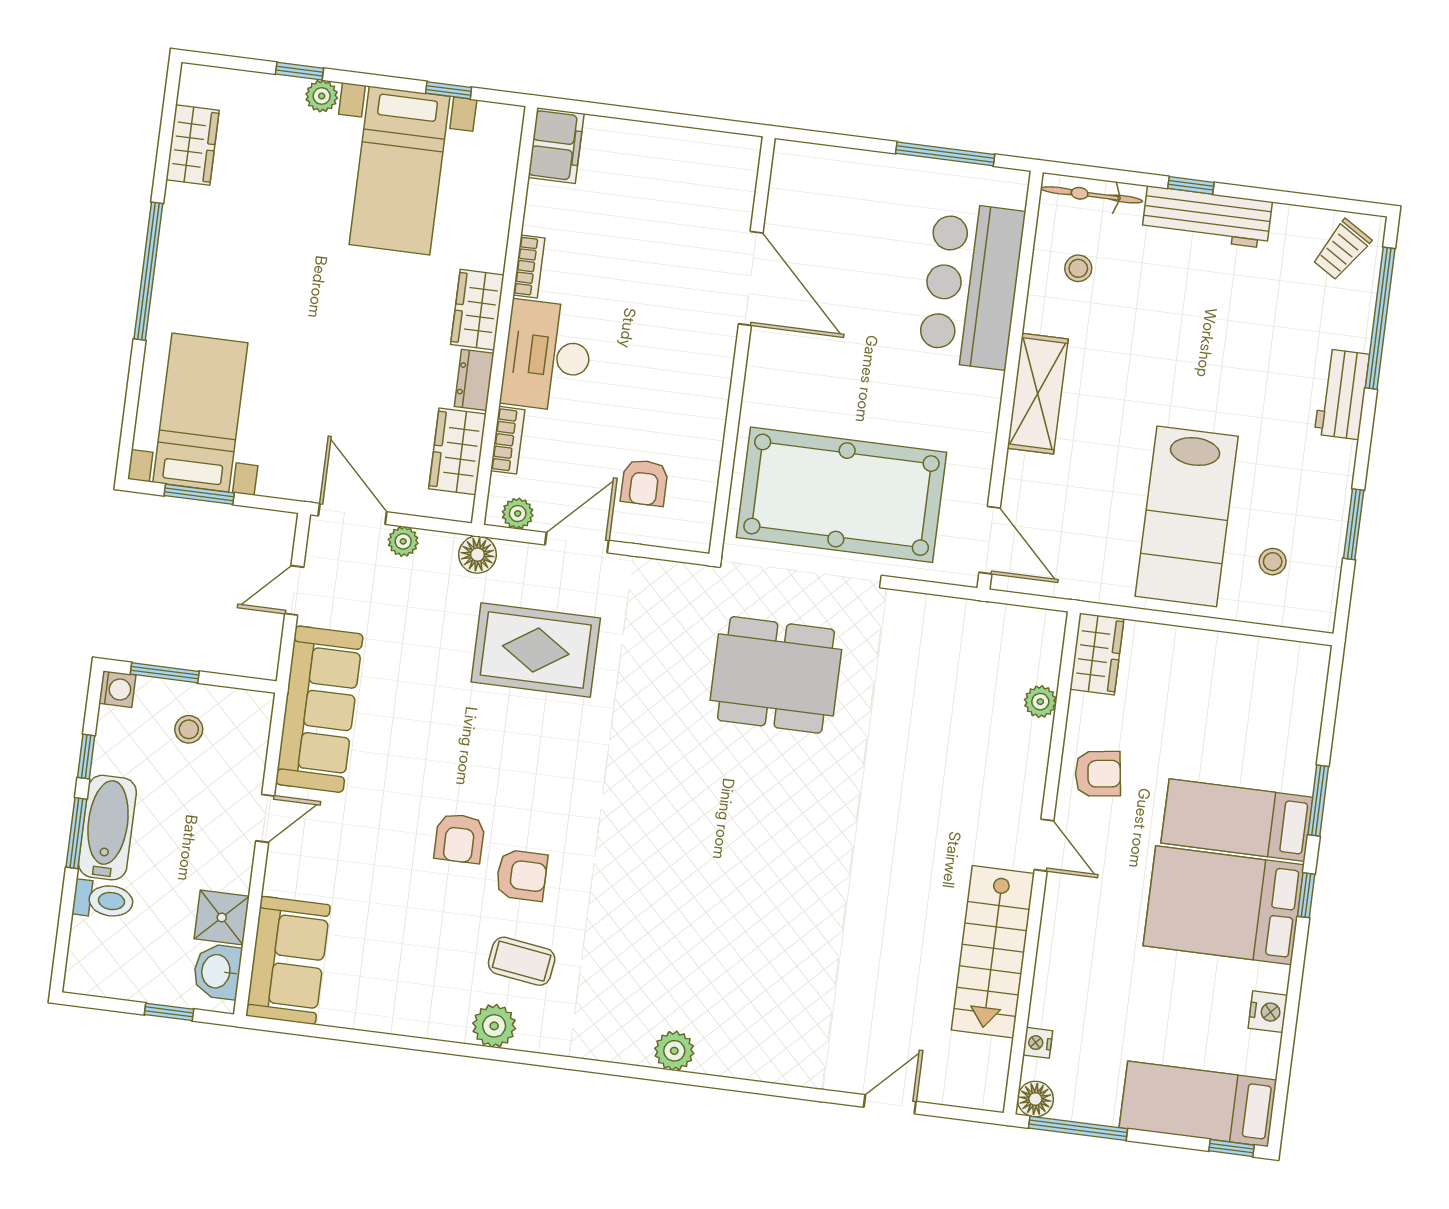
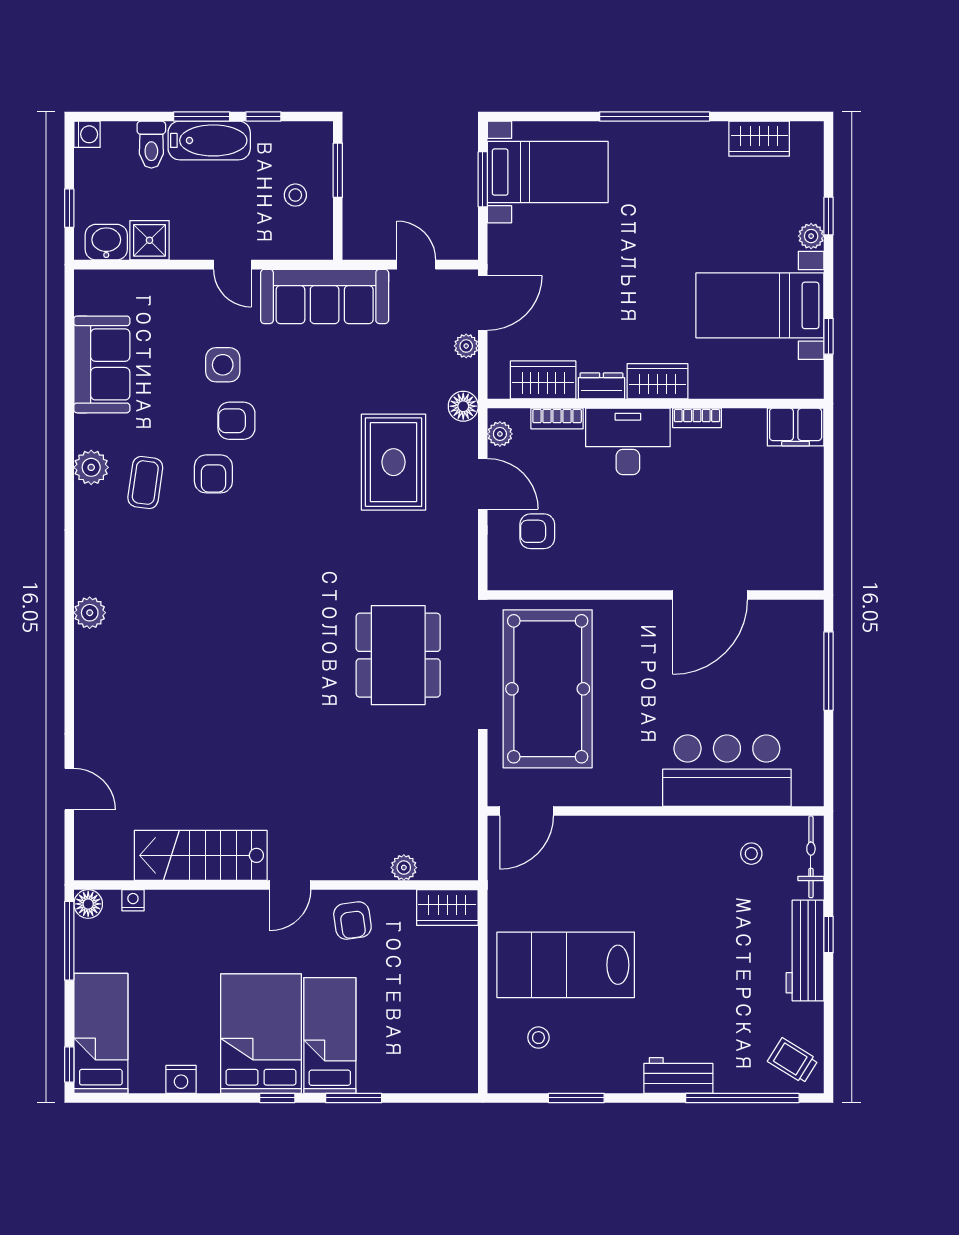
window: (945, 154) -> (829, 671), moved
shelving: (1038, 394) -> (648, 834), removed
washing machine: (117, 689) -> (87, 134), moved, turned -90
side table: (388, 846) -> (223, 365), added
sofa: (288, 960) -> (102, 364), moved, turned -90

